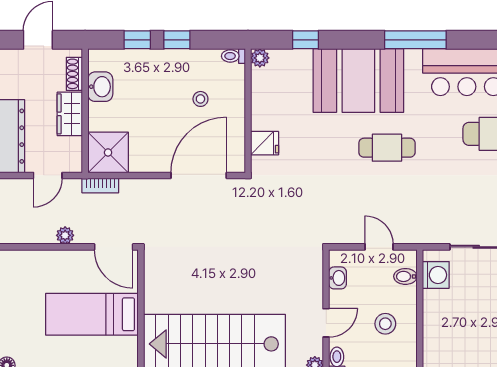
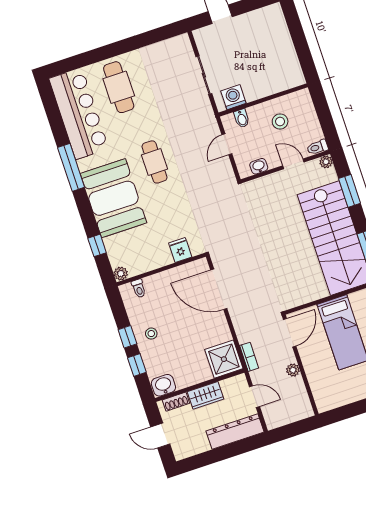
toilet: (233, 56) -> (139, 288), moved
washbasin: (100, 87) -> (163, 385), moved
stool: (200, 99) -> (151, 334), moved

